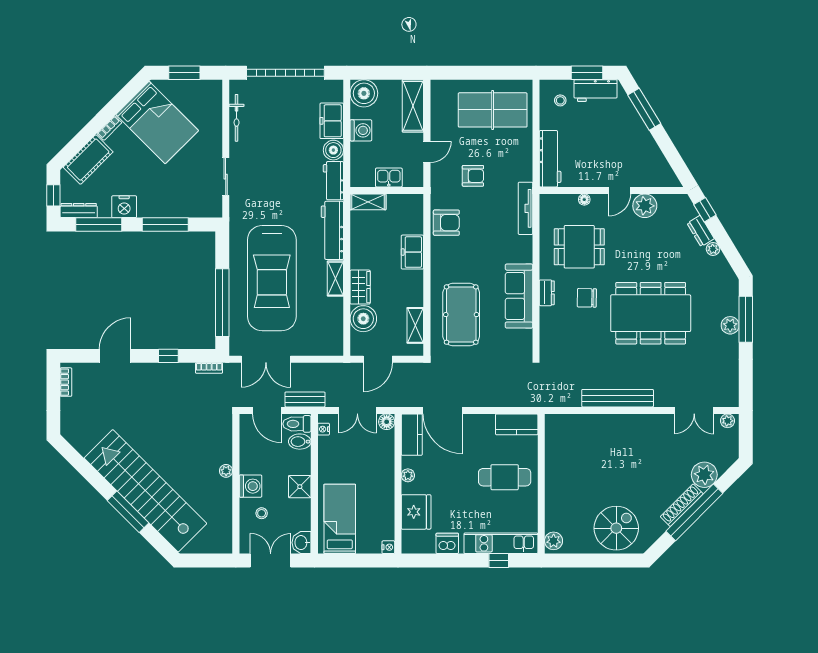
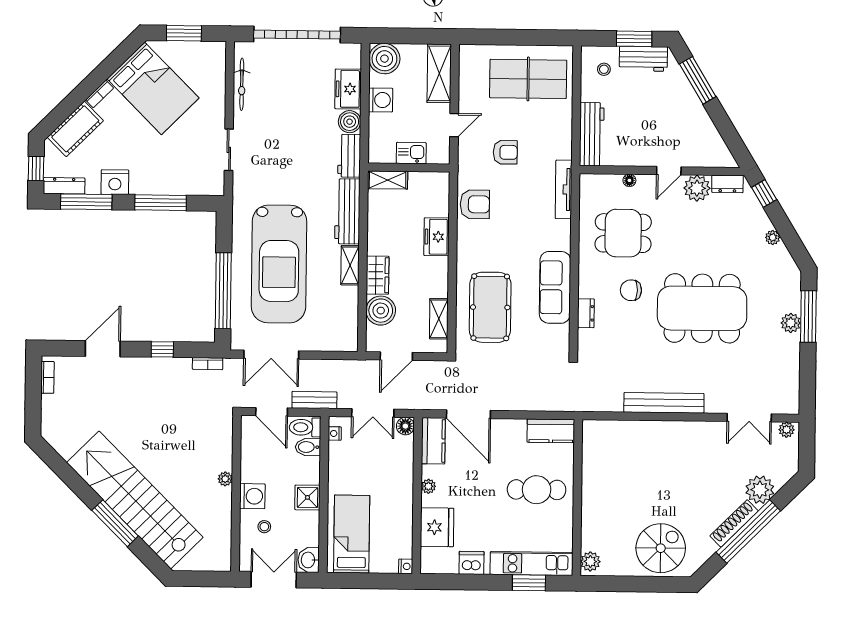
dresser: (701, 231) -> (727, 184), moved, turned -59
dresser: (547, 293) -> (586, 313), moved
window: (499, 561) -> (529, 583), width x1.50

